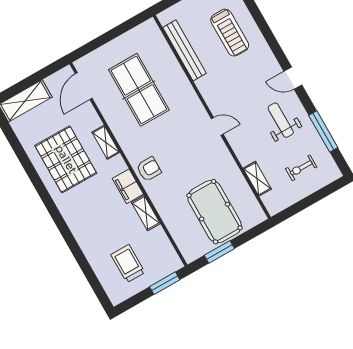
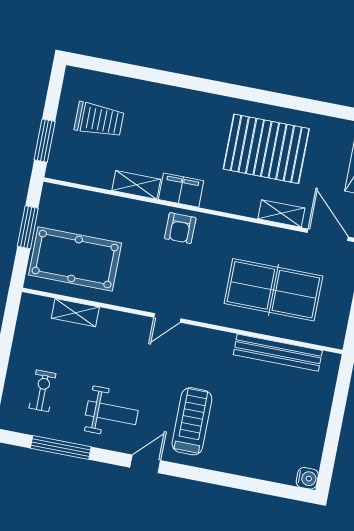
treadmill: (230, 33) -> (192, 421), moved, turned 90
bench: (185, 50) -> (278, 353), moved
wall: (212, 117) -> (182, 321), moved
door: (217, 126) -> (167, 318), moved
shelving: (106, 142) -> (281, 213), moved
shelving: (257, 179) -> (75, 313), moved

